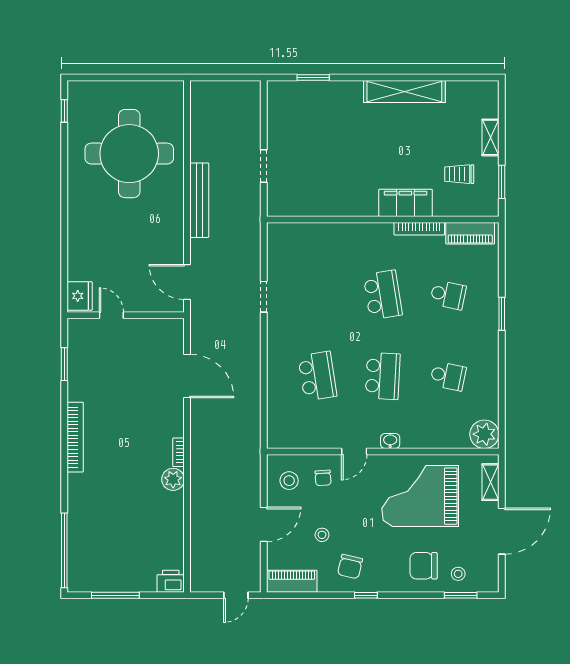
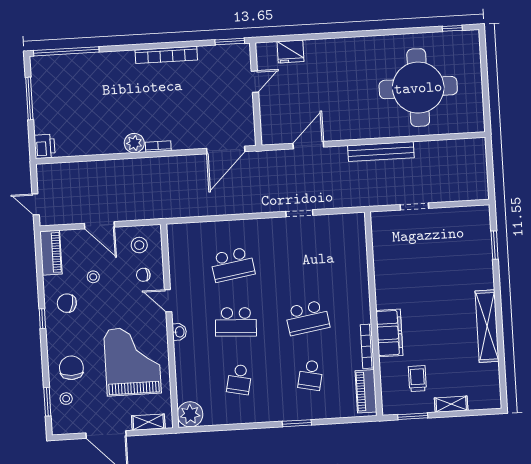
door: (111, 315) -> (255, 82), moved
wall: (126, 315) -> (256, 94), moved

